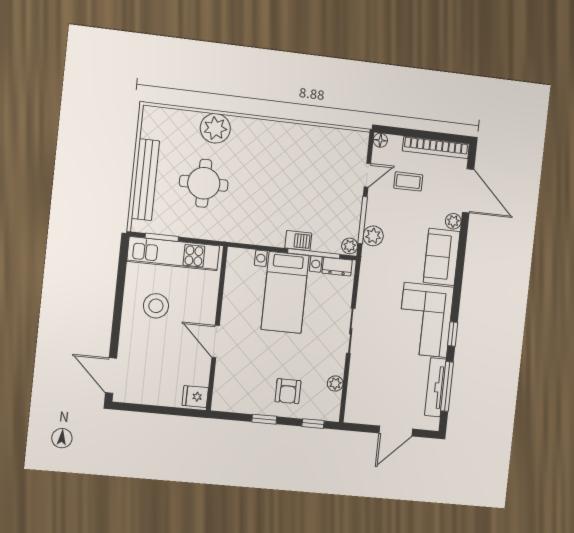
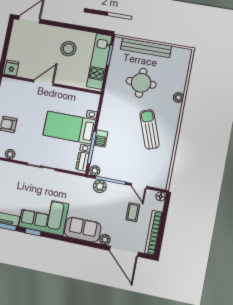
plant: (215, 128) -> (178, 97), width x0.53, depth x0.53
sun lounger: (278, 165) -> (149, 129), added
door: (468, 191) -> (124, 251), hinge flipped

